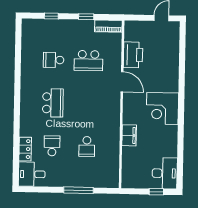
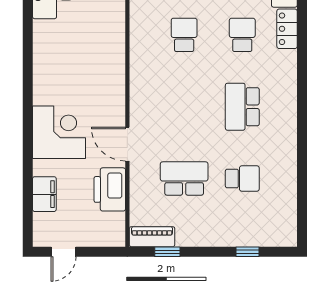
window: (86, 17) -> (167, 252), moved
corner desk: (162, 108) -> (59, 132), moved
filing cabinet: (129, 135) -> (44, 194), moved, turned 180
school desk: (52, 146) -> (242, 35), turned 180

